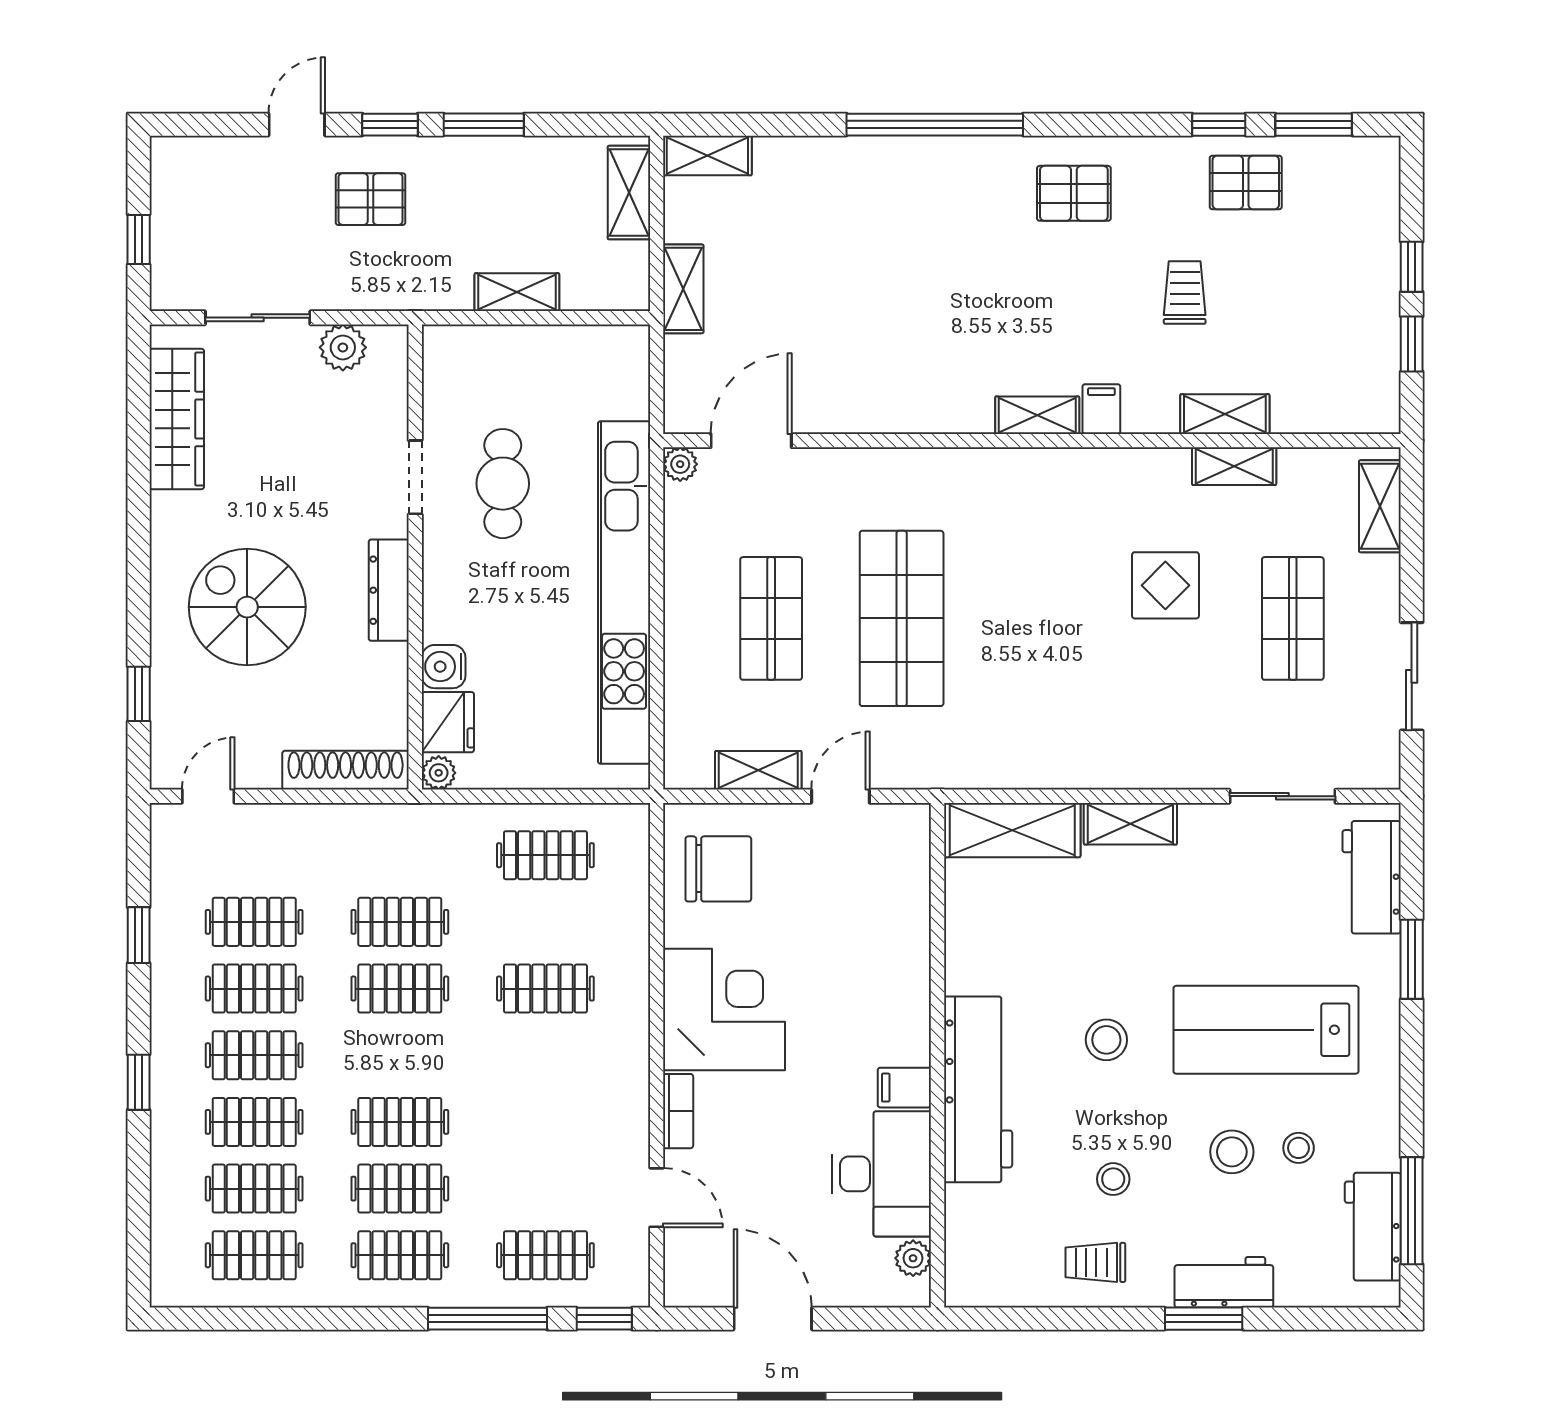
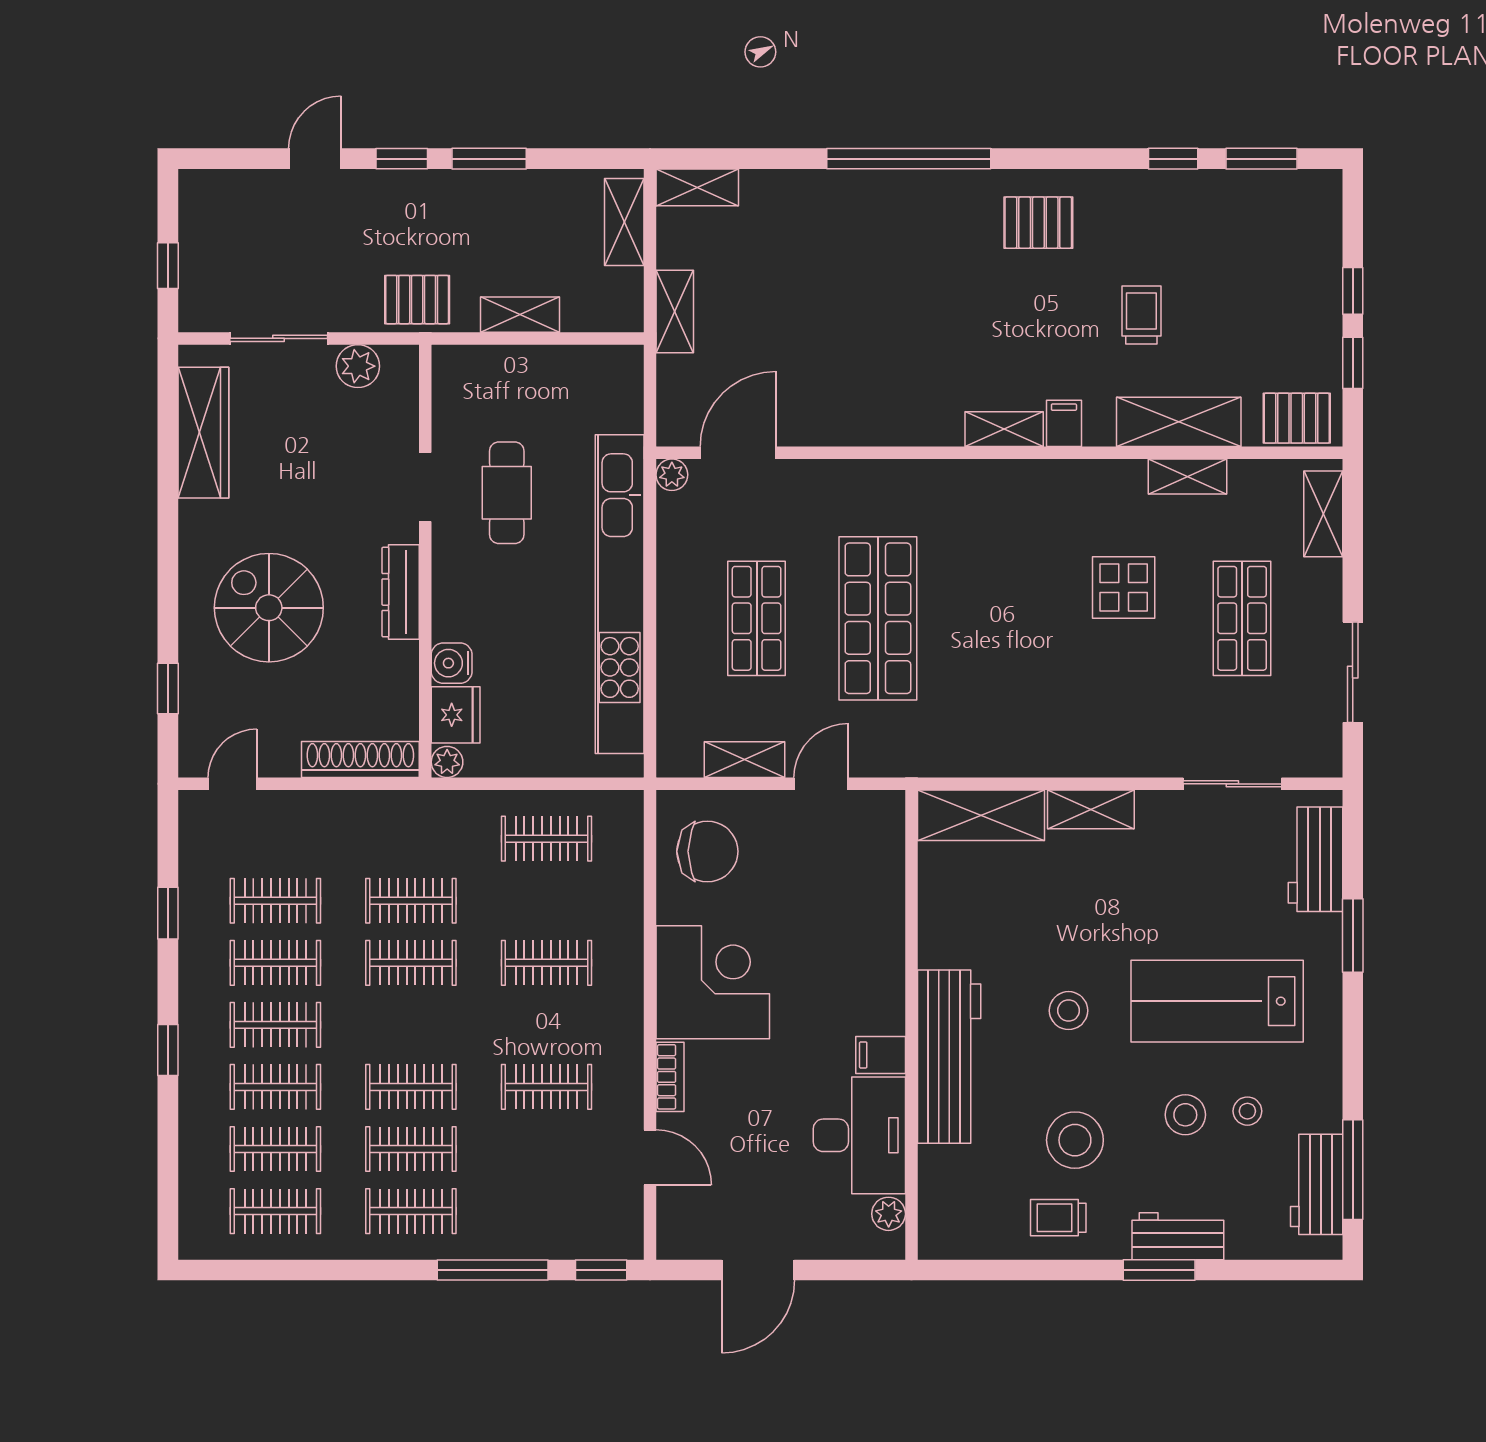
pallet: (1246, 182) -> (1297, 418), moved
pallet: (370, 199) -> (417, 300), moved
shelving: (1225, 414) -> (1179, 422), width x1.50, depth x1.33
stool: (1113, 1179) -> (1075, 1140), width x1.89, depth x1.89
clothes rail: (545, 1255) -> (546, 1087), moved
door: (773, 1319) -> (758, 1270), swing flipped

